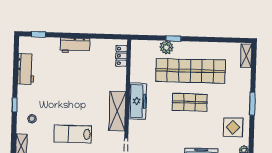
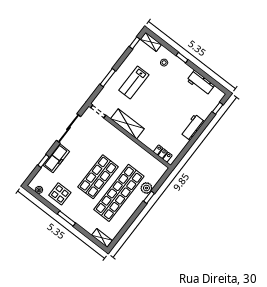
freezer: (138, 101) -> (124, 142), removed
shop shelf: (190, 102) -> (98, 177), width x1.43, depth x1.36
lab bench: (73, 134) -> (134, 83), turned 180

